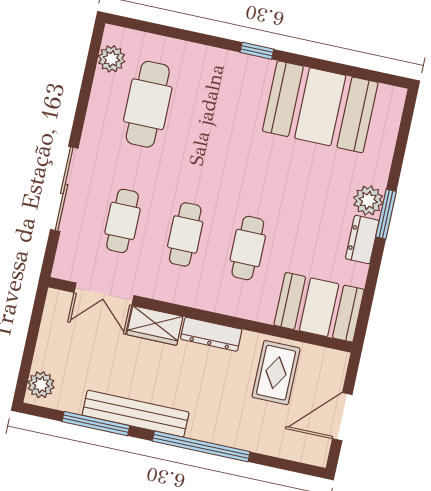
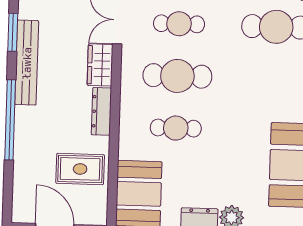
cafe table: (185, 234) -> (177, 76), width x1.37, depth x1.35
window: (96, 424) -> (13, 32), width x0.69

